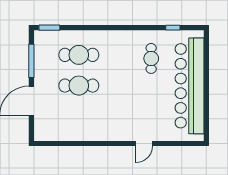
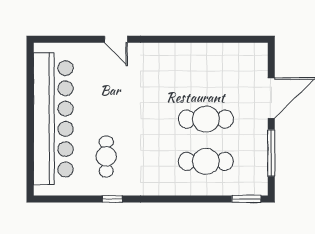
window: (173, 28) -> (112, 199), moved
door: (144, 143) -> (116, 39), swing flipped

